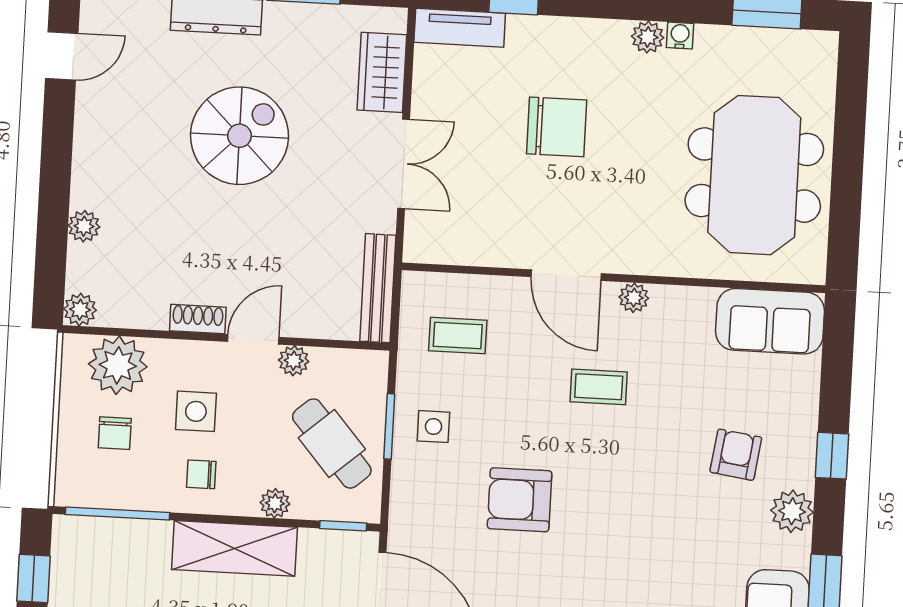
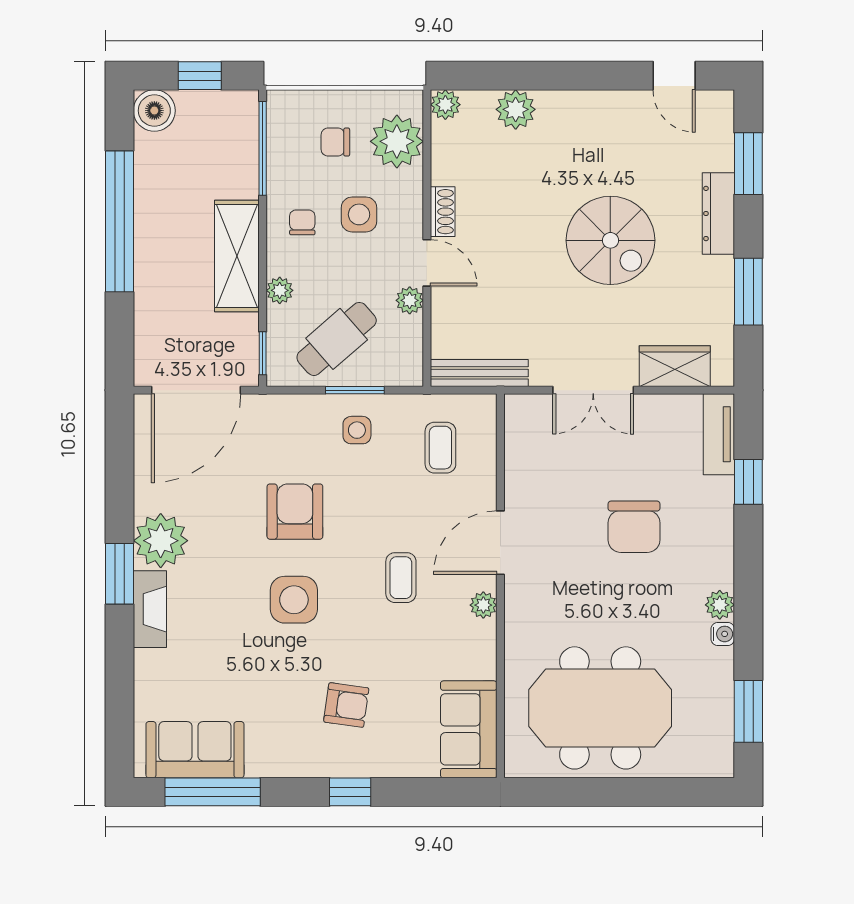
plant: (84, 226) -> (516, 109), width x1.38, depth x1.38
side table: (617, 506) -> (294, 600), added
plant: (792, 511) -> (298, 759), removed

